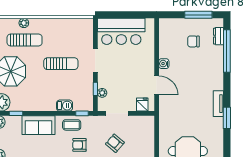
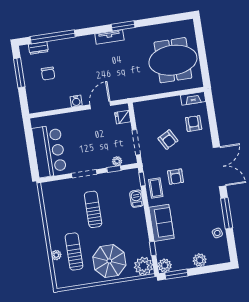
armchair: (115, 143) -> (168, 140), turned -69

